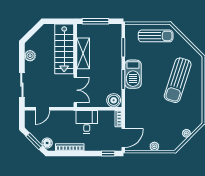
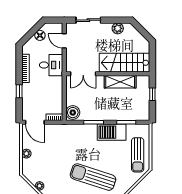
window: (96, 21) -> (152, 94), width x0.46
barbecue: (133, 74) -> (112, 132), moved
desk: (87, 122) -> (51, 65), moved
window: (34, 141) -> (32, 33), removed
floor lamp: (47, 143) -> (40, 35), moved
window: (108, 154) -> (19, 91), moved

